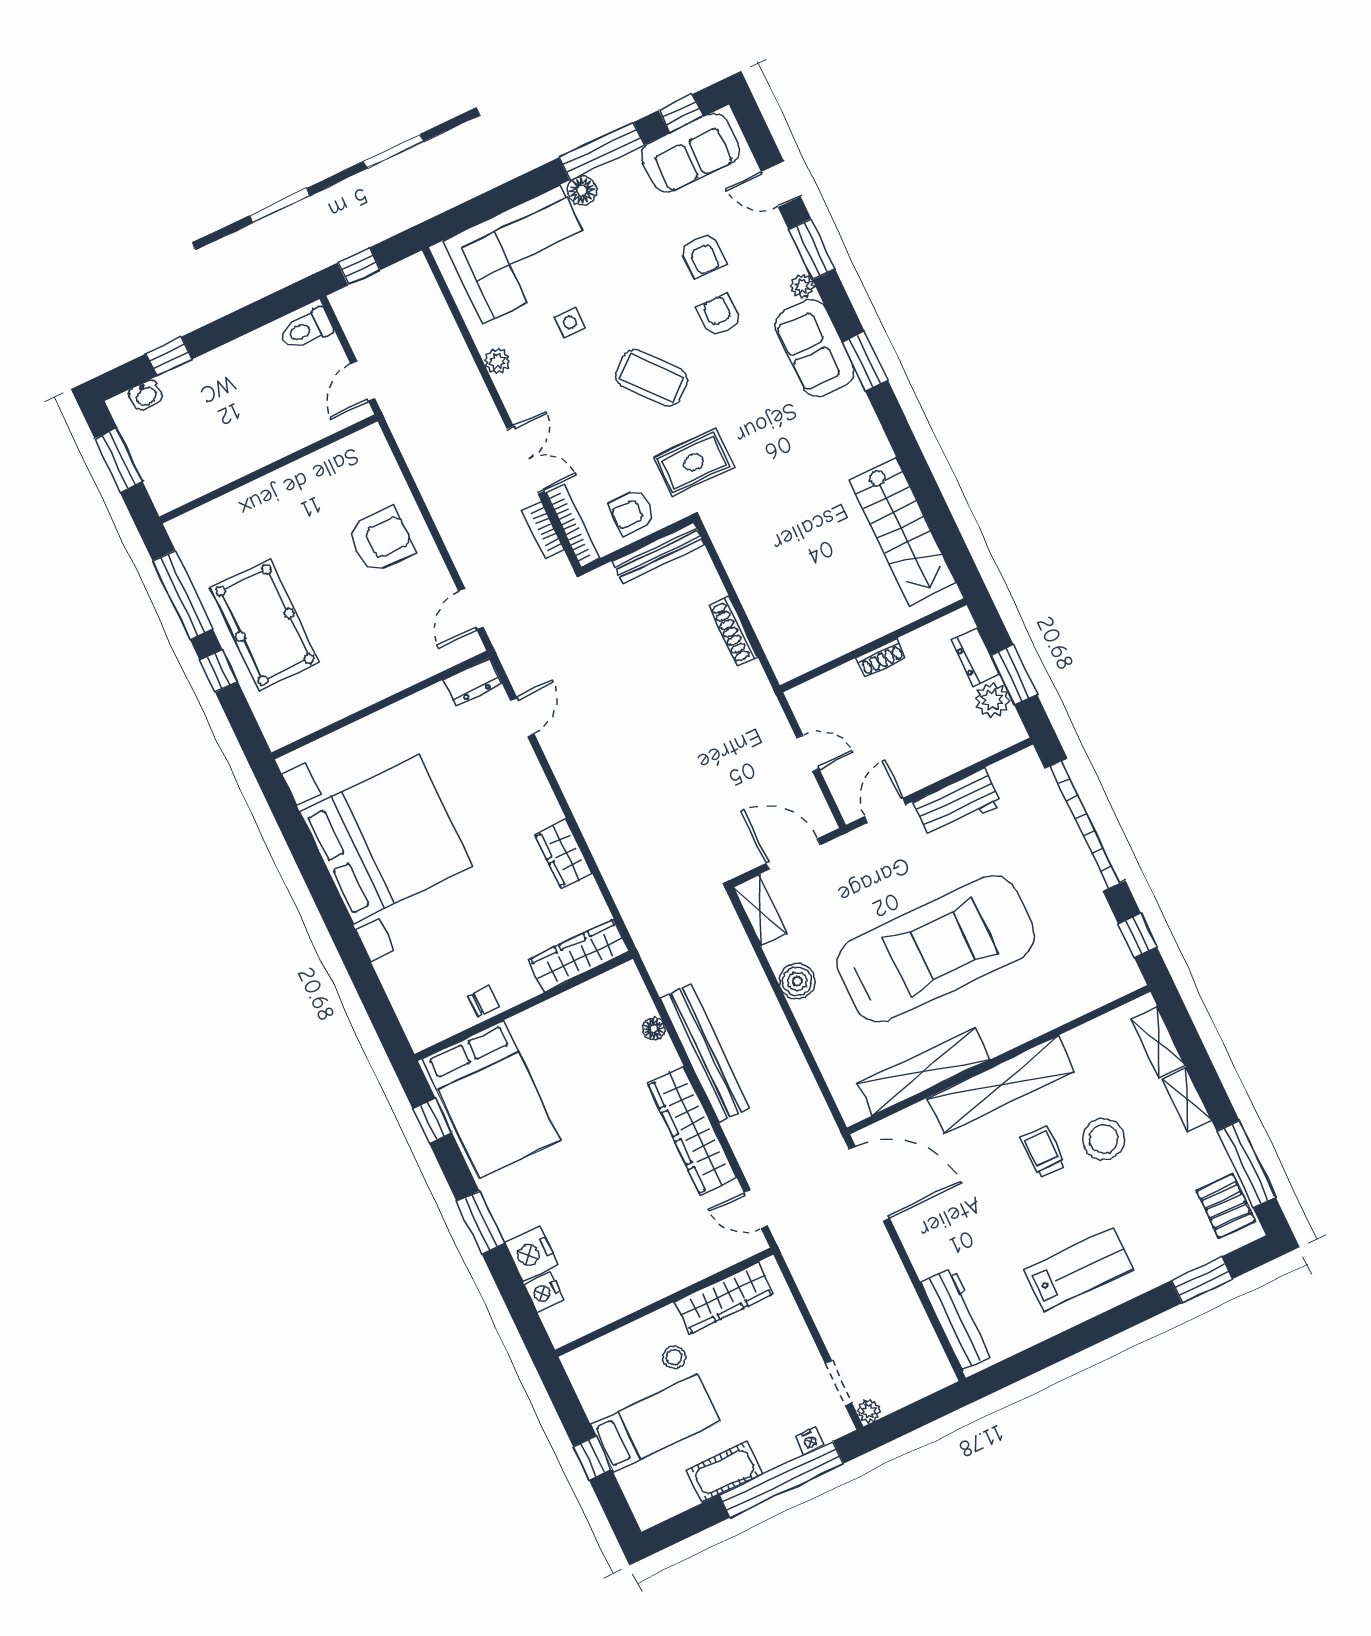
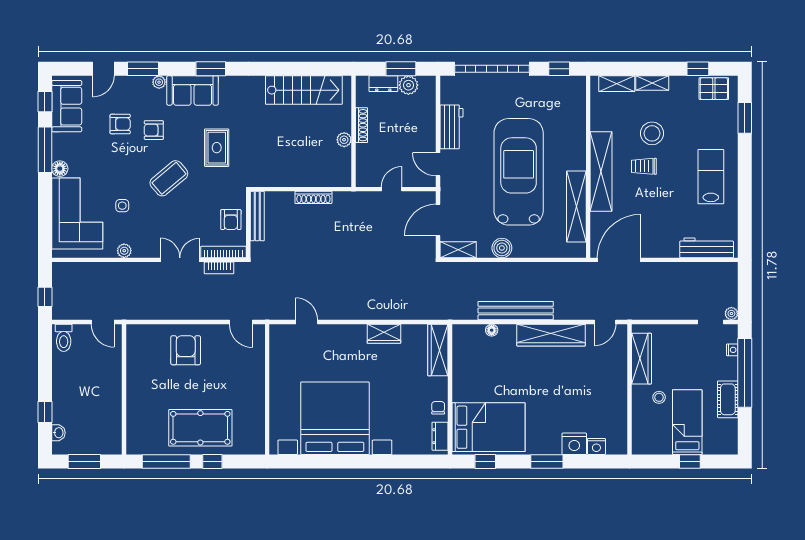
rug: (694, 462) -> (217, 148), moved
plant: (852, 636) -> (344, 140), added
shoe rack: (881, 658) -> (361, 125), width x1.43
dresser: (472, 682) -> (440, 436), moved, turned 180
window: (1246, 1164) -> (698, 69), width x0.46

